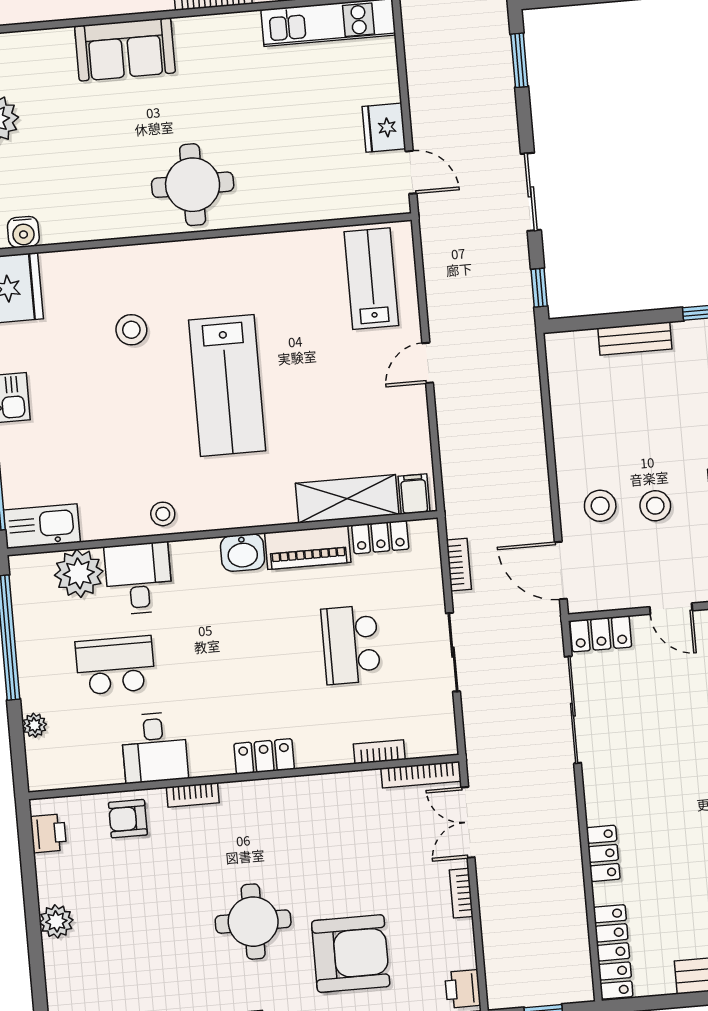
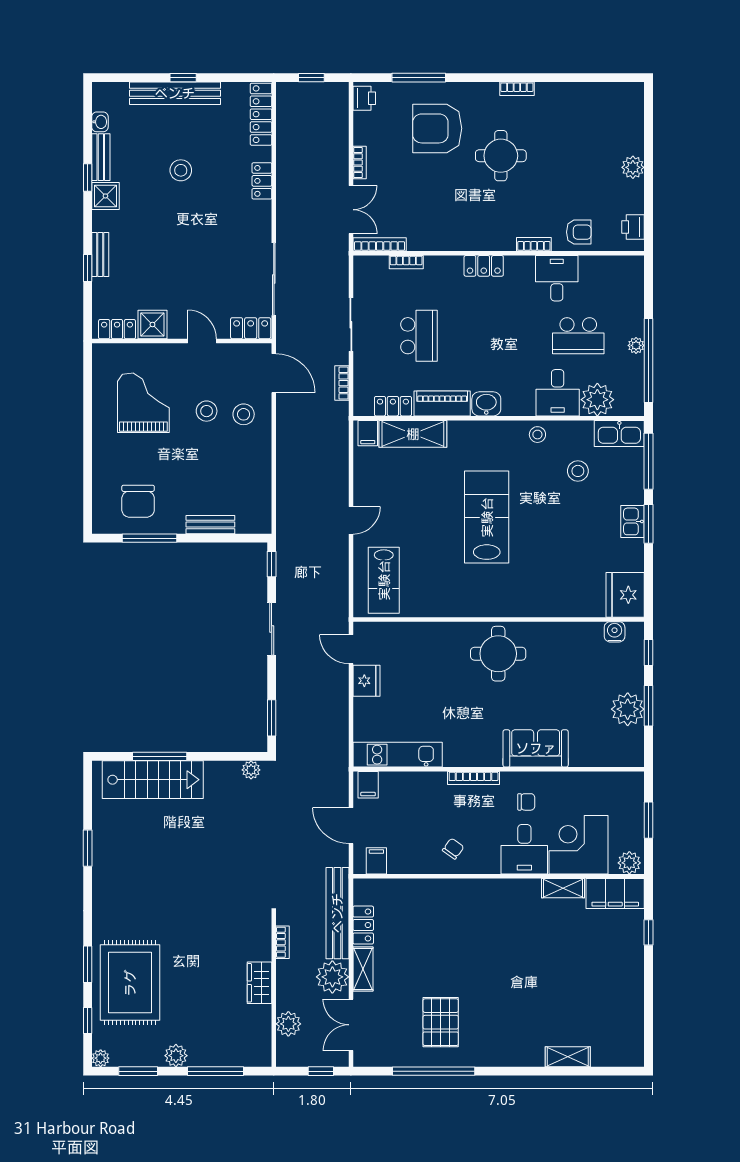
stool: (131, 330) -> (578, 471), moved
plant: (34, 725) -> (636, 345), moved

